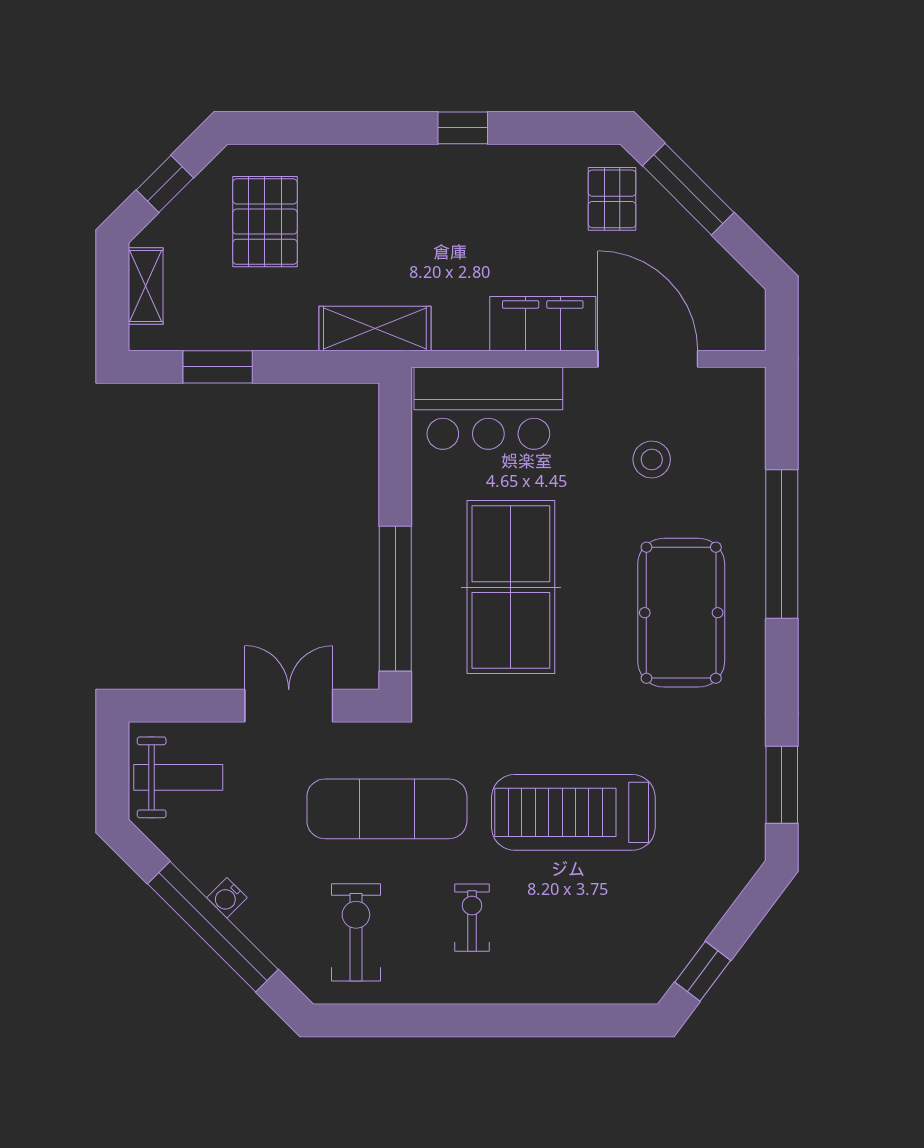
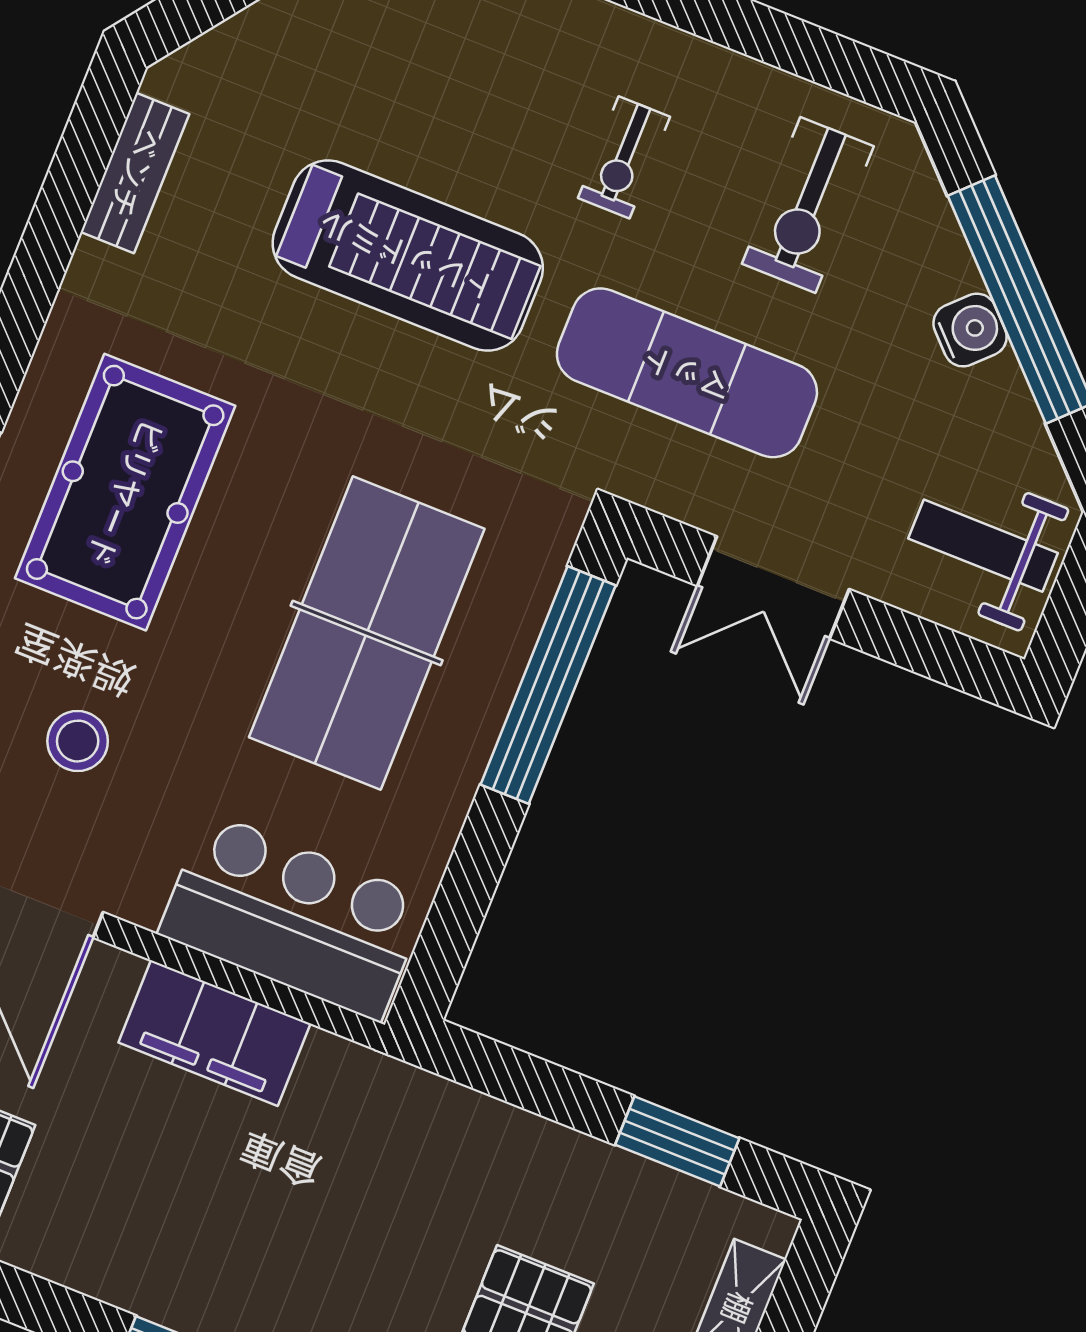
filing cabinet: (543, 324) -> (214, 1033), moved
shelving: (375, 329) -> (417, 1105), removed
window: (782, 785) -> (77, 172), removed
bench: (748, 797) -> (135, 173), added
water cooler: (227, 898) -> (970, 330), width x1.38, depth x1.38

